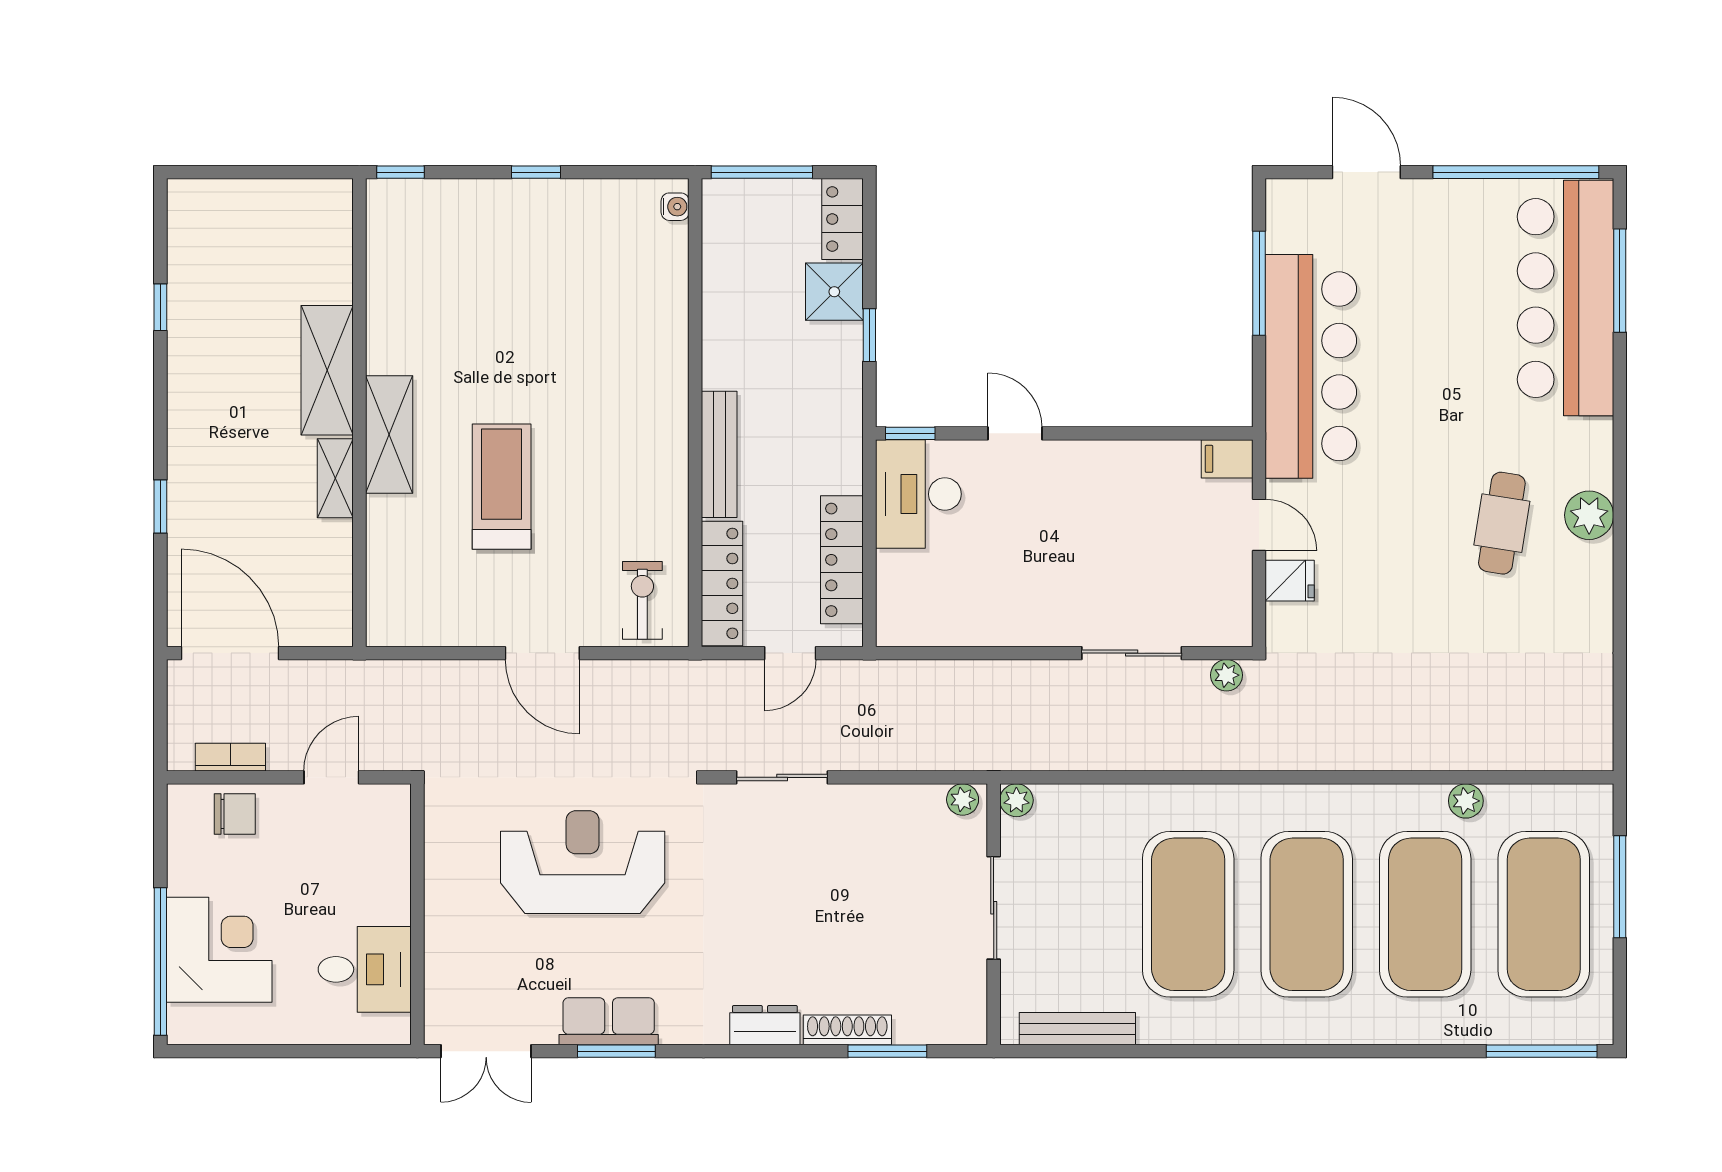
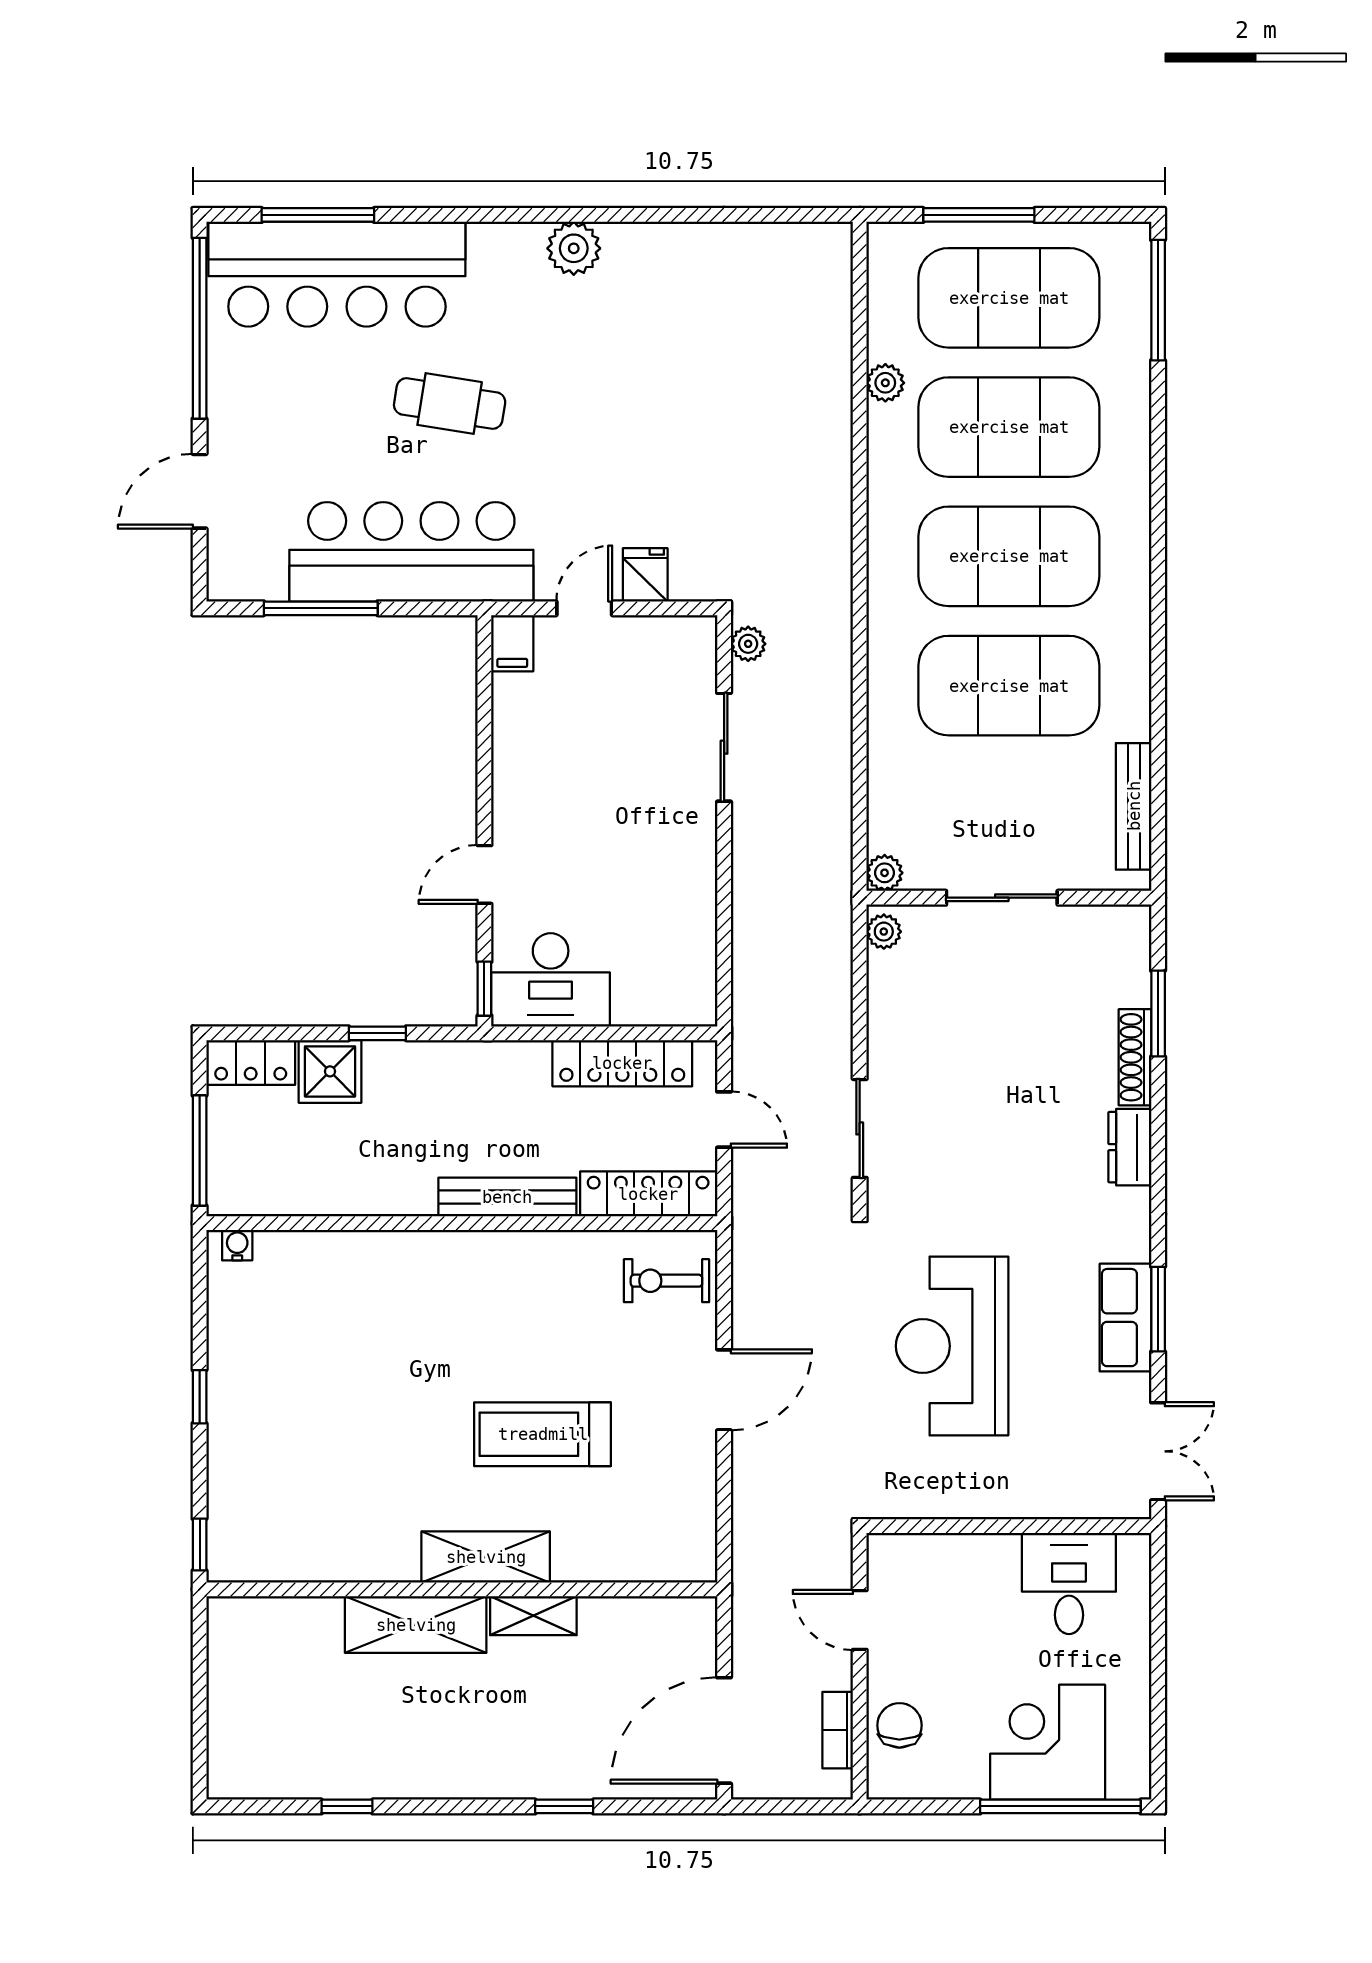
cafe table: (1502, 523) -> (450, 404), moved

